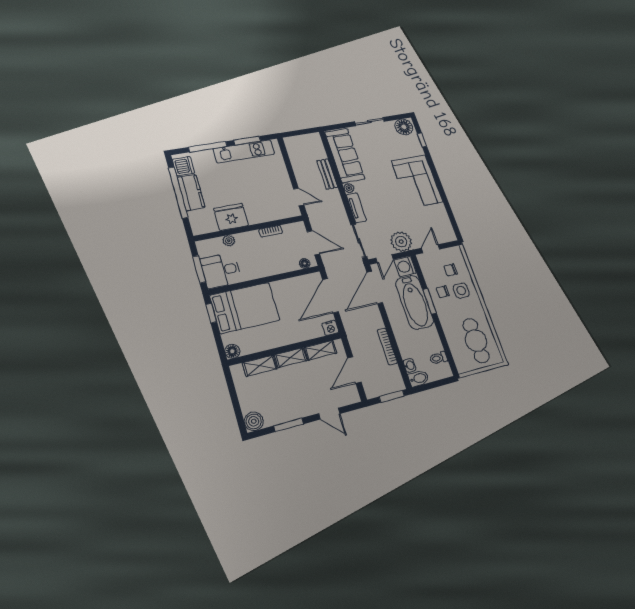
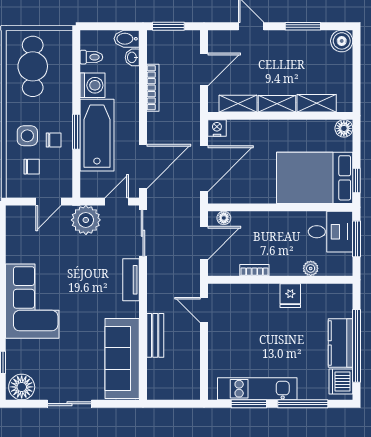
plant: (349, 188) -> (132, 310), removed
fridge: (231, 217) -> (290, 296), width x0.53, depth x0.75
door: (313, 243) -> (204, 243), swing flipped
washing machine: (405, 266) -> (92, 85), moved

